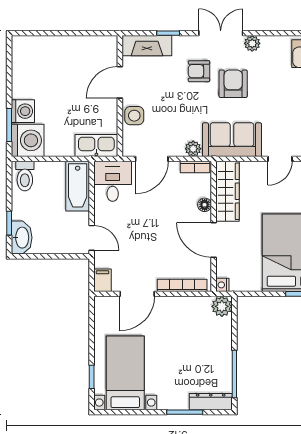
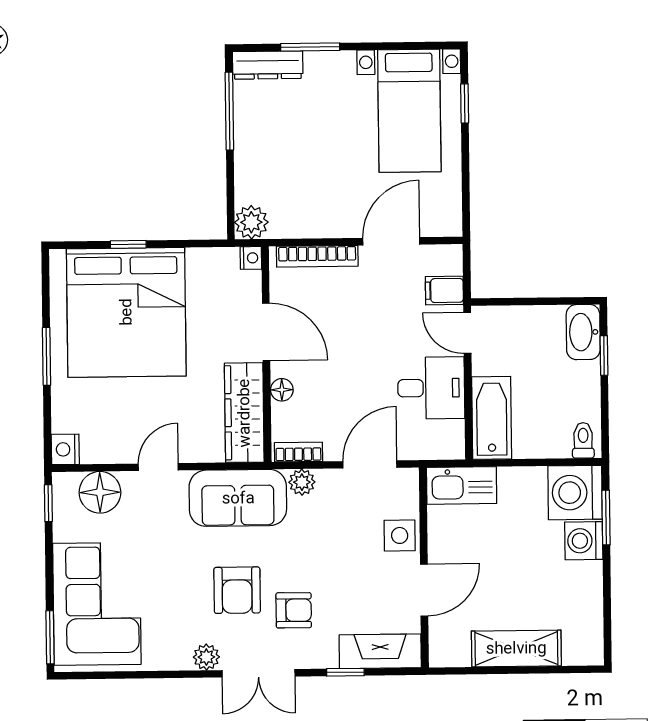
shelving: (64, 46) -> (516, 648), added
toilet: (25, 176) -> (583, 440), width x0.73, depth x0.72
desk: (113, 181) -> (431, 388), moved, turned -90
filing cabinet: (103, 280) -> (444, 290), moved, turned 90

